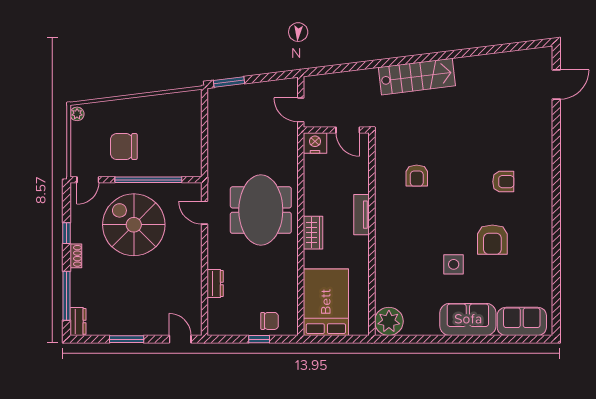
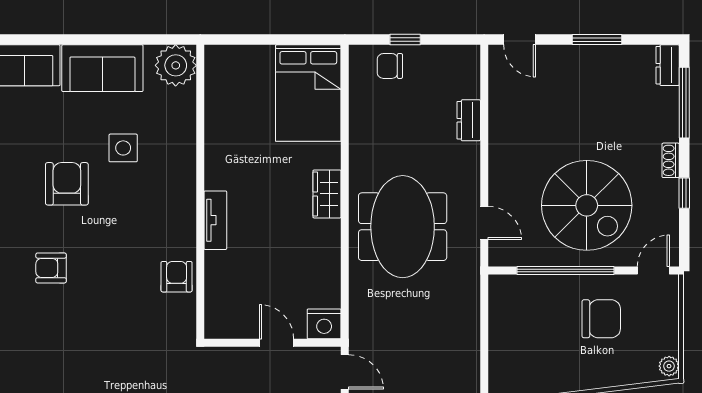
tv unit: (362, 215) -> (215, 220), moved
wall: (372, 234) -> (200, 192), moved
plant: (389, 321) -> (176, 65), moved

